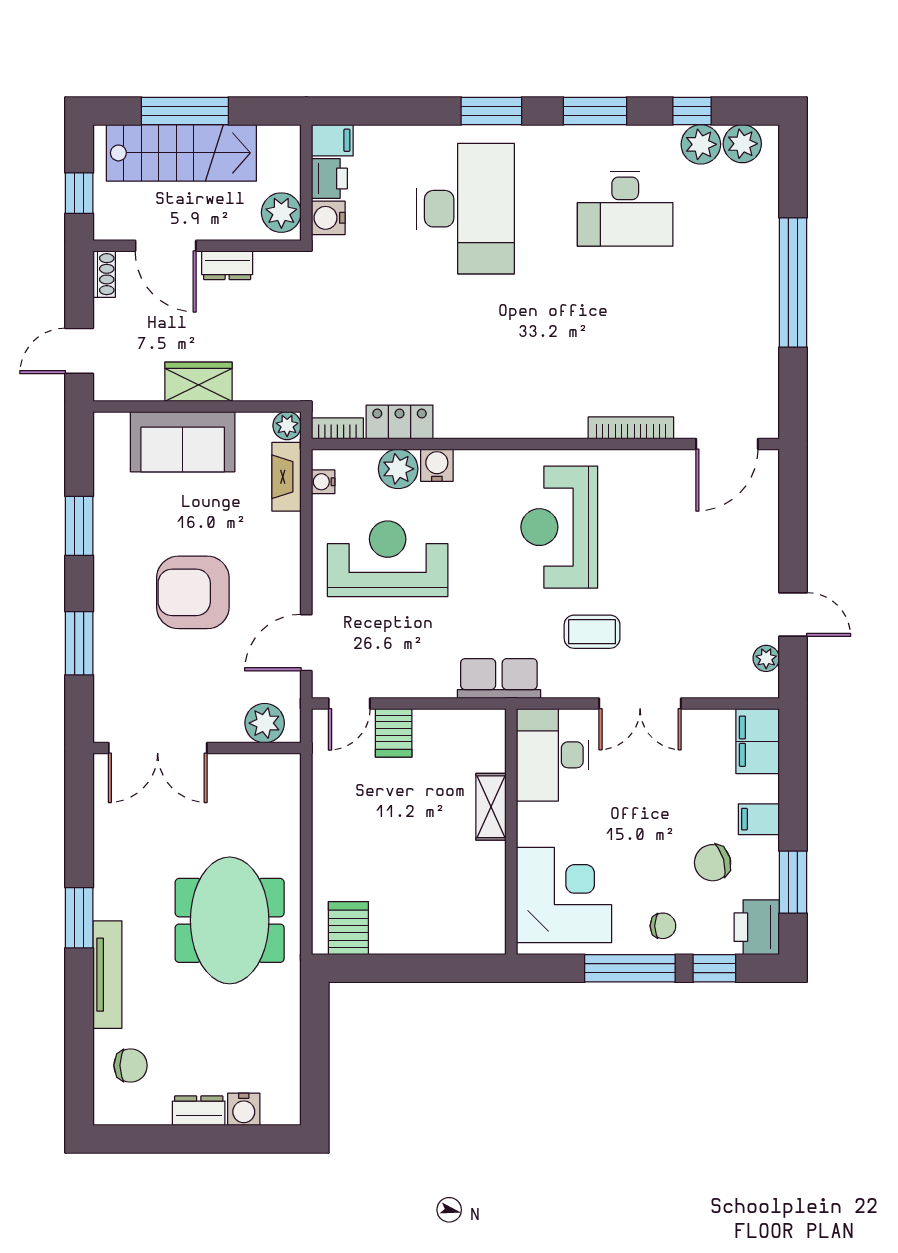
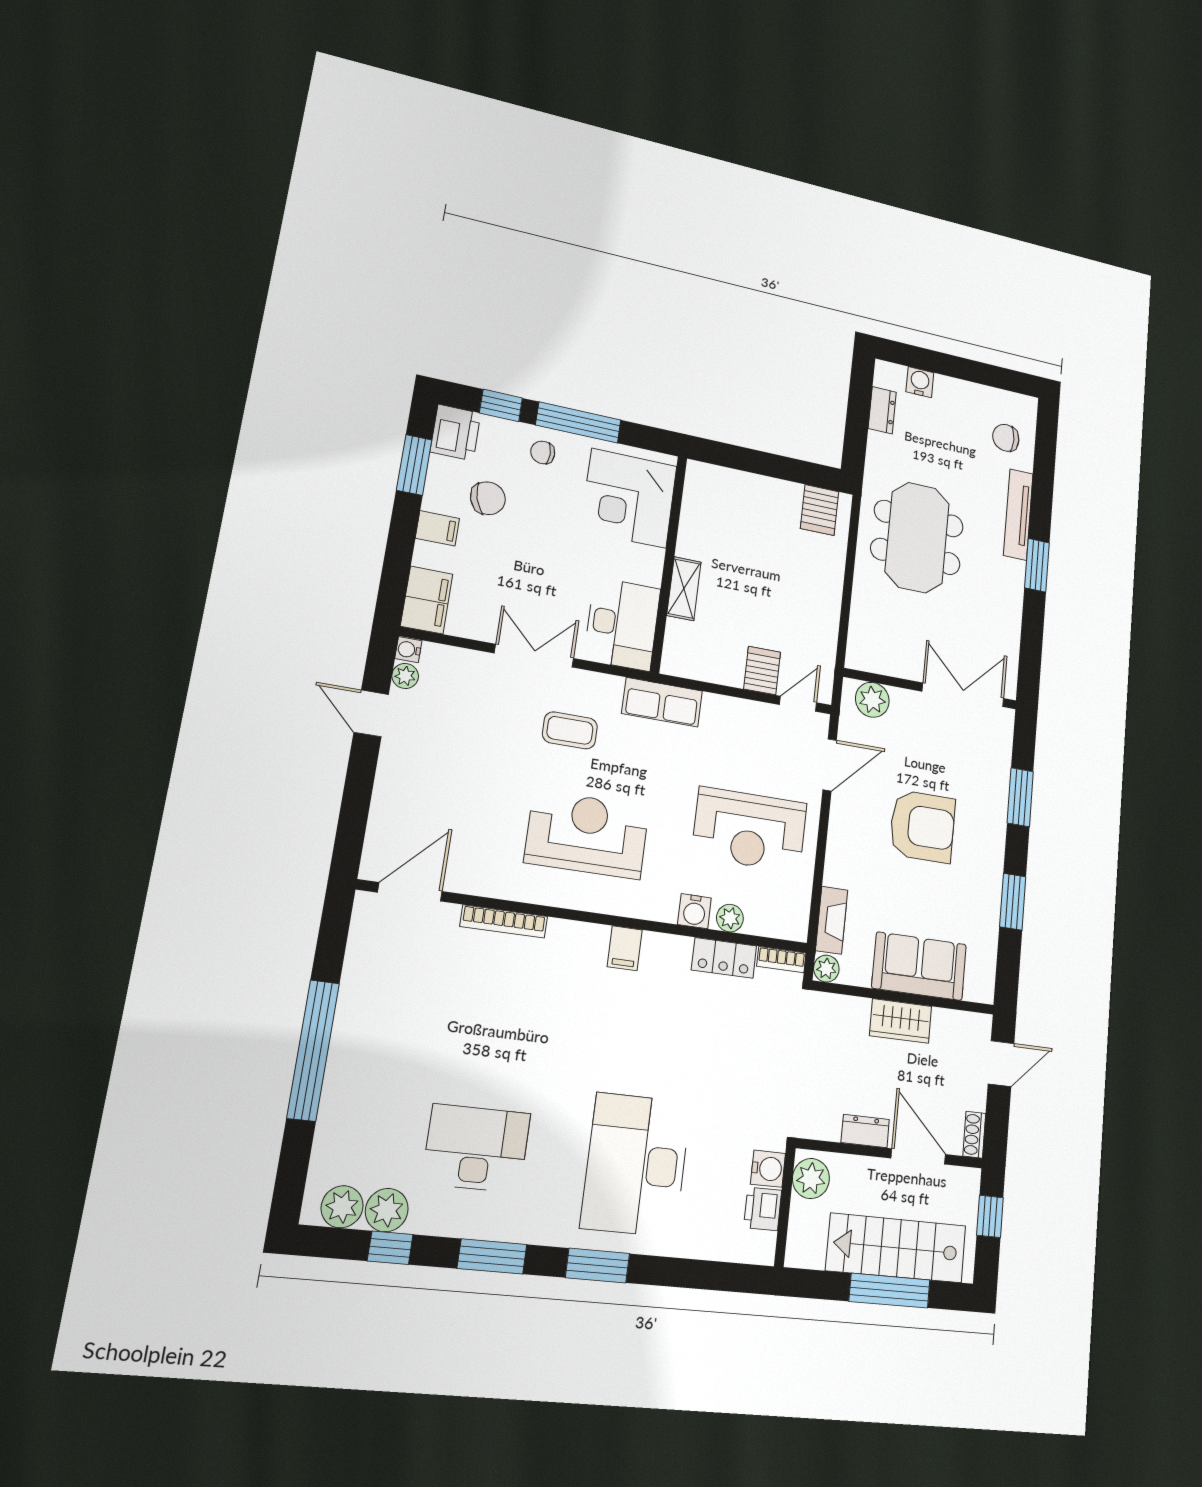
filing cabinet: (332, 140) -> (625, 948), moved, turned -90
plant: (398, 469) -> (730, 918), width x0.73, depth x0.73
water cooler: (323, 482) -> (408, 650), moved, turned 180
reception desk: (559, 527) -> (587, 835), turned -90
dresser: (199, 1111) -> (882, 410), moved, turned -90

